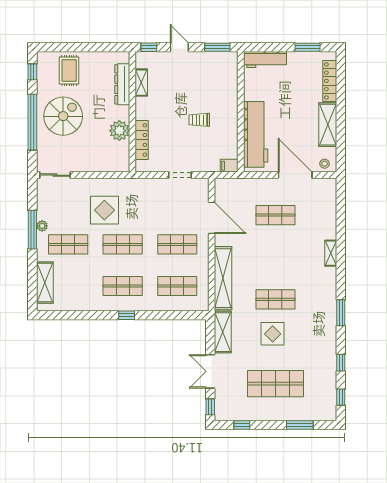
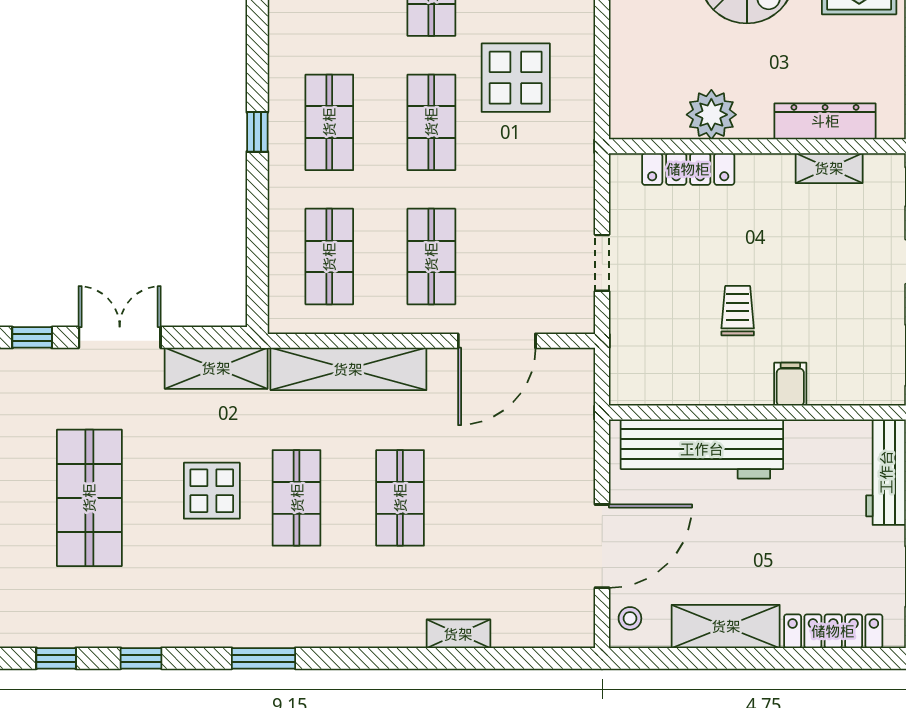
filing cabinet: (229, 166) -> (790, 384), moved
shop shelf: (275, 215) -> (400, 498), moved
shelving: (331, 253) -> (458, 634), moved

